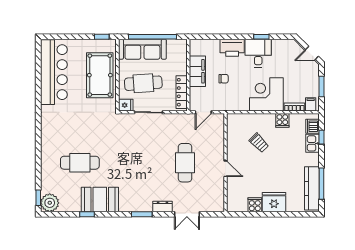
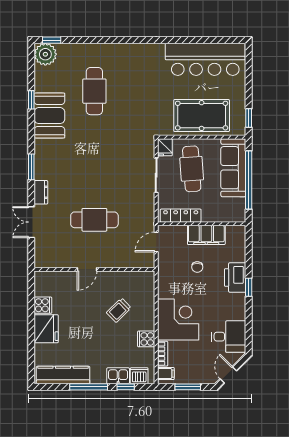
window: (261, 37) -> (249, 287), moved
desk: (258, 53) -> (229, 337), moved
door: (203, 112) -> (156, 242), hinge flipped
window: (321, 184) -> (89, 387), moved

